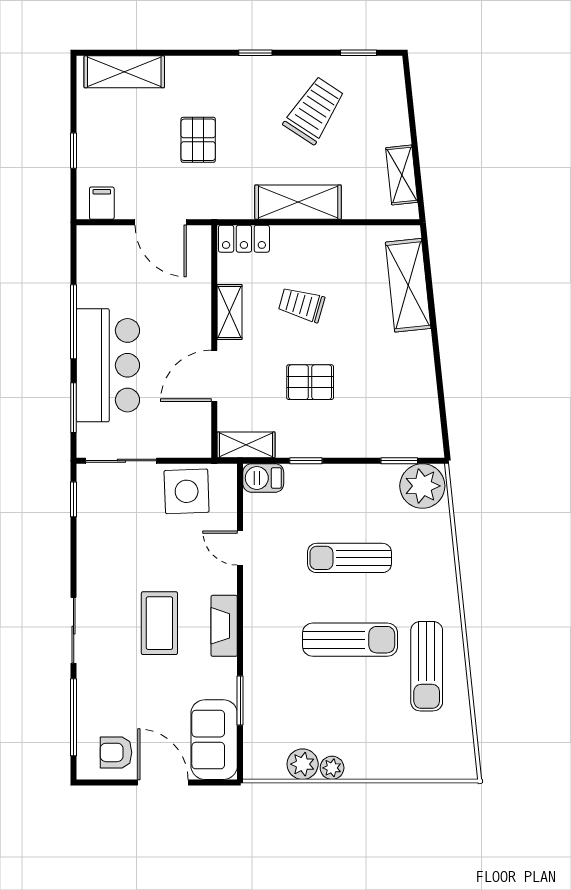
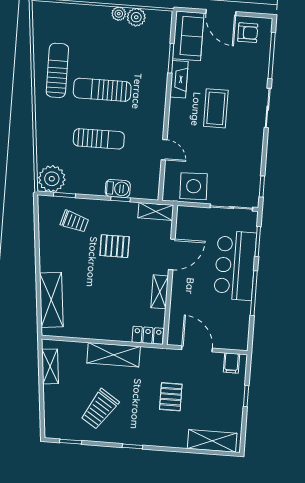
trolley: (302, 304) -> (74, 221), moved
barbecue: (263, 478) -> (118, 189), moved
fireplace: (224, 626) -> (179, 79), moved

